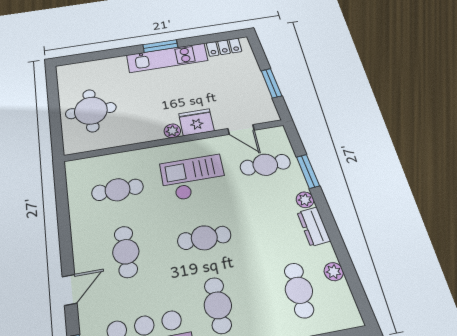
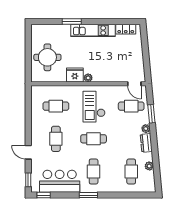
window: (160, 46) -> (72, 22), moved
window: (271, 83) -> (146, 58), removed
fridge: (196, 122) -> (75, 75), moved
door: (241, 129) -> (134, 84), moved
checkout: (193, 178) -> (94, 107), turned -90
door: (70, 290) -> (28, 152), swing flipped

